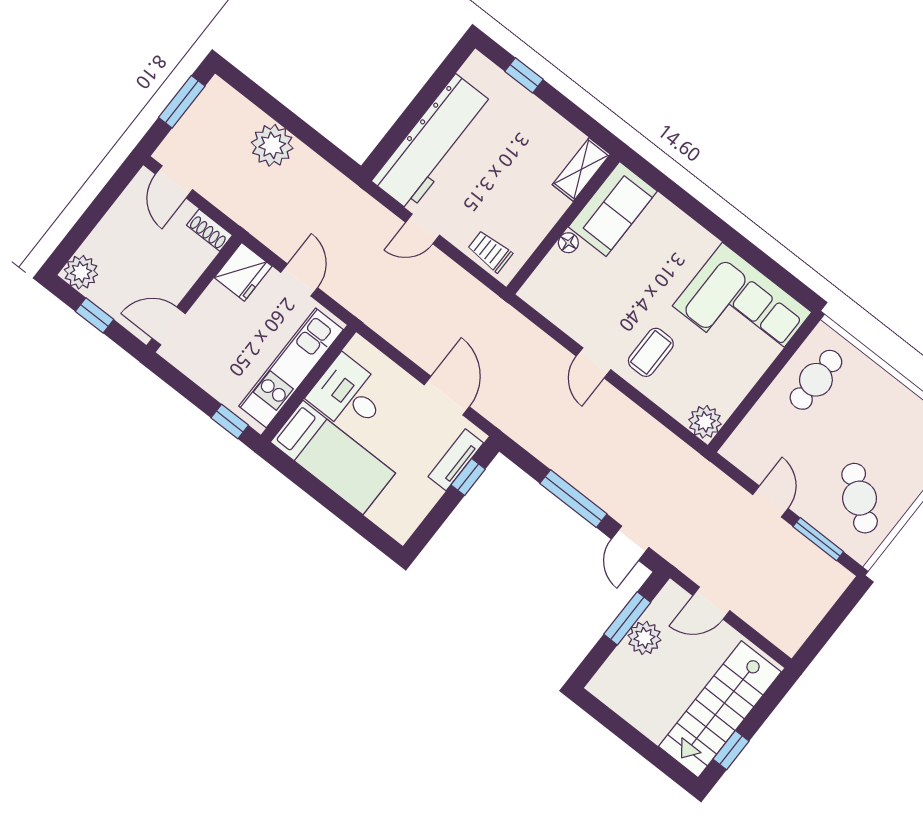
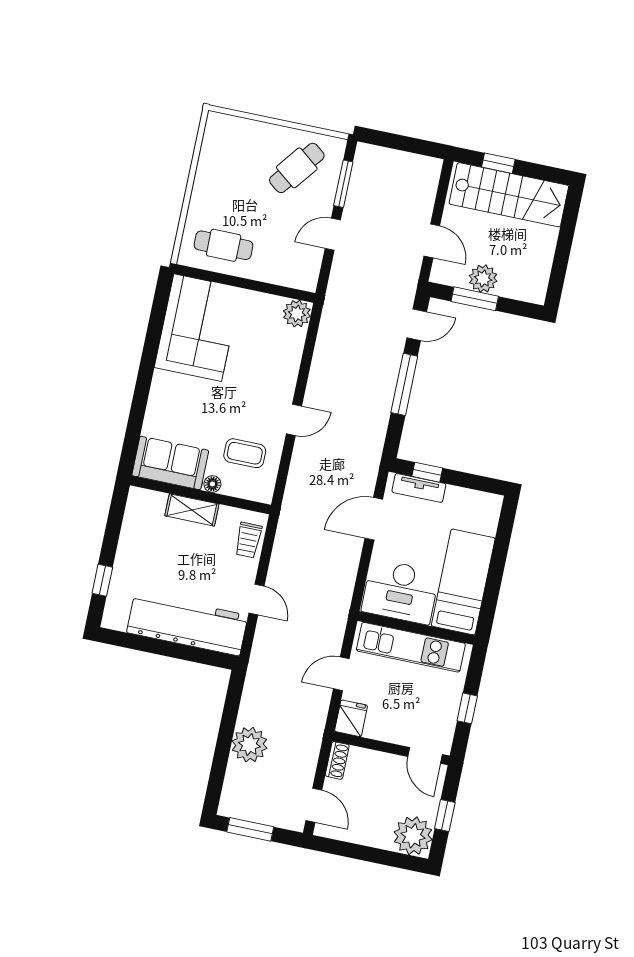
shelving: (581, 169) -> (192, 510), moved
door: (174, 182) -> (314, 805), hinge flipped
plant: (81, 272) -> (413, 836), width x1.36, depth x1.36
fridge: (243, 272) -> (351, 718), width x0.72
coffee table: (651, 352) -> (245, 453), moved
desk: (348, 395) -> (400, 592), width x1.37
window: (230, 422) -> (467, 708), moved
window: (731, 750) -> (498, 163), moved

